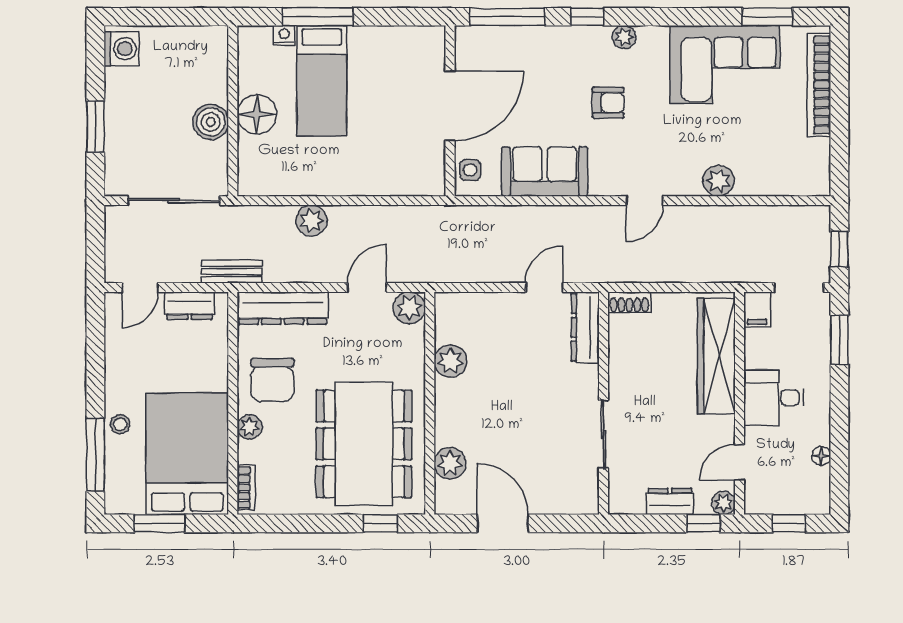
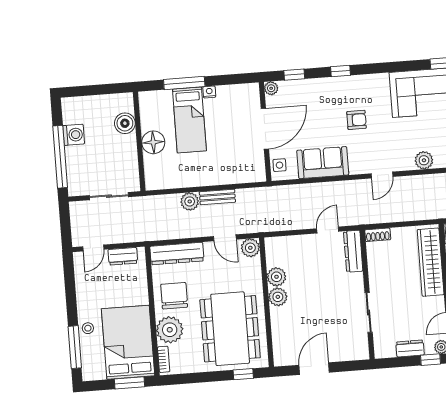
window: (507, 17) -> (294, 75), width x0.46
nightstand: (284, 35) -> (209, 92), moved
plant: (624, 37) -> (271, 88), moved
washing machine: (121, 49) -> (74, 135), moved
boiler: (211, 122) -> (125, 123), moved
window: (95, 127) -> (60, 157), width x2.11
sliding door: (174, 201) -> (109, 196), width x0.73
bench: (232, 272) -> (217, 197), moved
door: (367, 287) -> (225, 238), swing flipped
chair: (272, 380) -> (174, 296), turned 180
plant: (250, 427) -> (170, 330), width x1.88, depth x1.88
plant: (450, 463) -> (278, 297), moved
window: (159, 523) -> (129, 383), moved
door: (503, 523) -> (314, 369), hinge flipped

